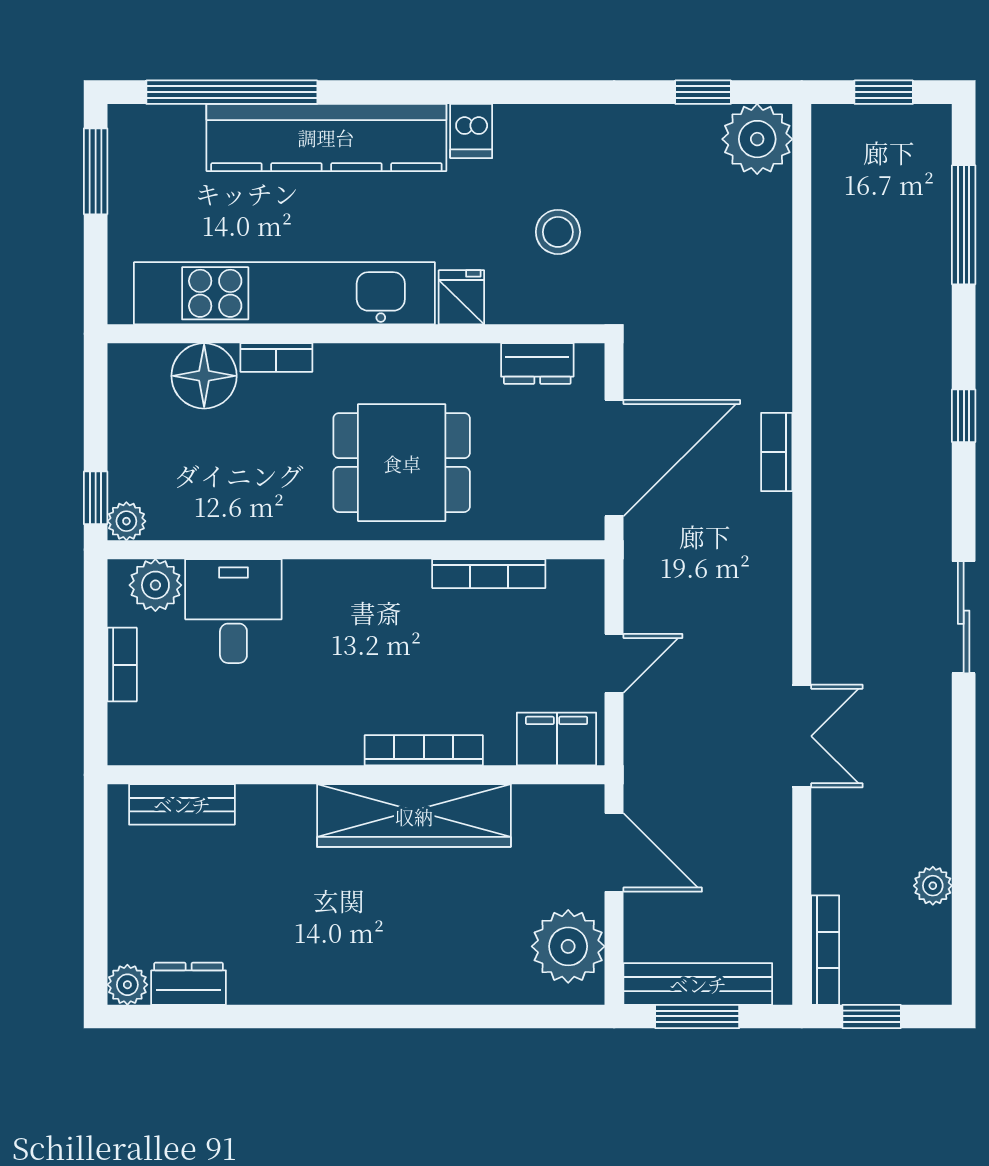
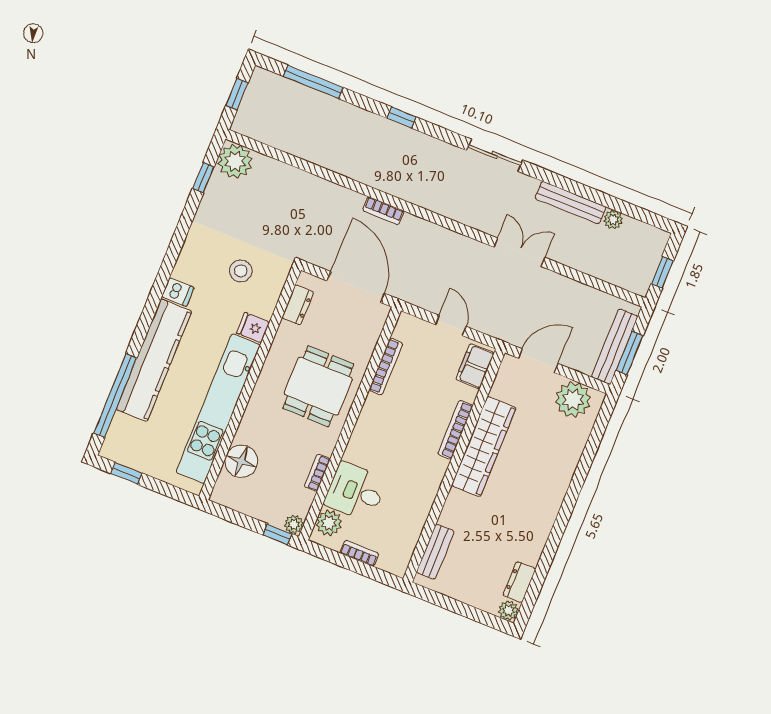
window: (96, 171) -> (126, 473), width x0.67
bookcase: (276, 358) -> (317, 473), moved, turned 180
bench: (932, 793) -> (570, 203), added
bookcase: (825, 950) -> (623, 281), removed

